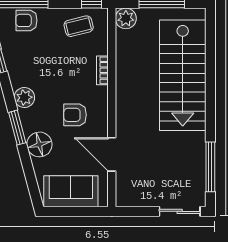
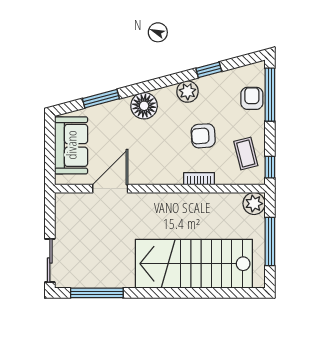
plant: (24, 98) -> (187, 92), moved
armchair: (75, 115) -> (203, 136), moved, turned -94
window: (17, 128) -> (101, 99), moved
floor lamp: (39, 144) -> (144, 106), moved

